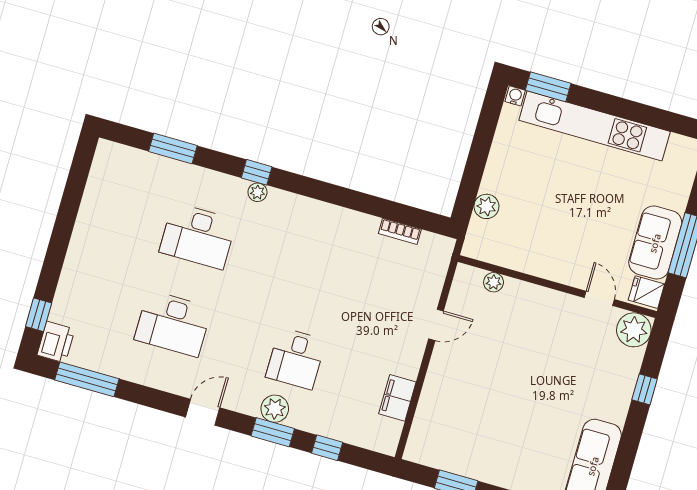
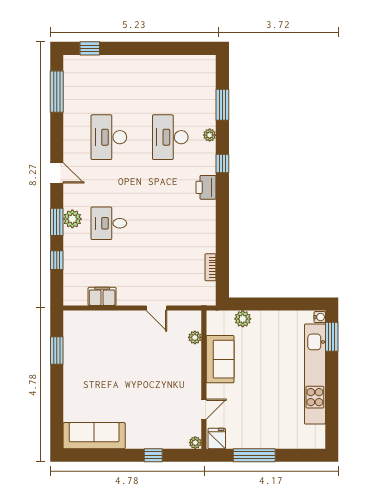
plant: (257, 192) -> (210, 135), moved
sofa: (655, 243) -> (220, 359), moved, turned 90
plant: (634, 330) -> (195, 443), width x0.53, depth x0.53
printer: (56, 342) -> (206, 187), moved, turned 90

